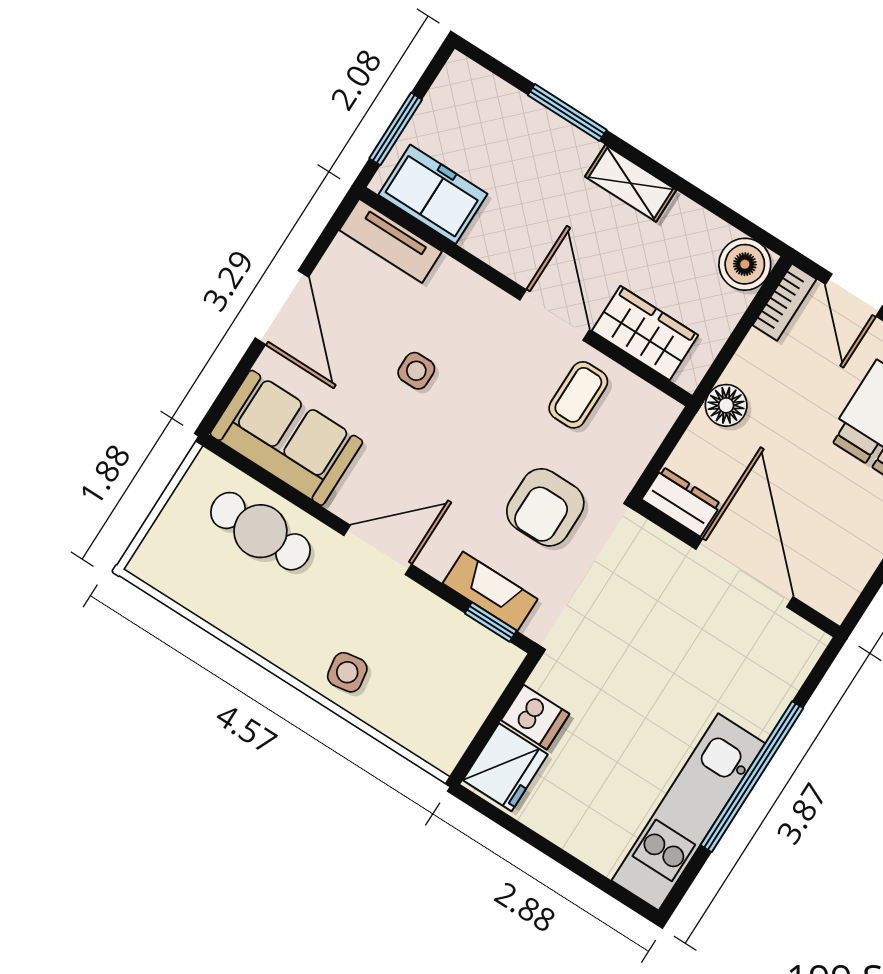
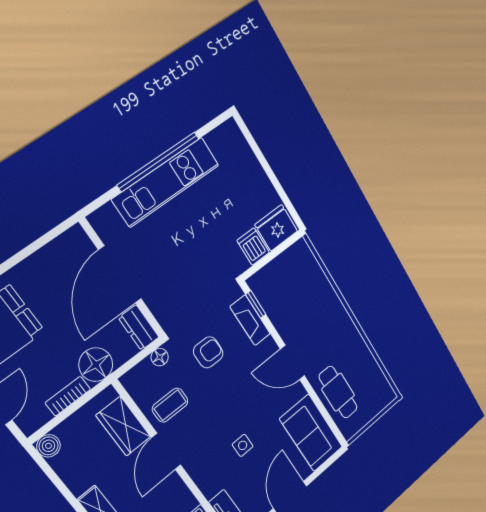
boiler: (745, 264) -> (49, 446), width x0.73, depth x0.73
bookcase: (785, 302) -> (68, 396), moved
floor lamp: (726, 405) -> (96, 365), width x1.38, depth x1.38
floor lamp: (628, 467) -> (160, 357), added
armchair: (545, 507) -> (208, 352), width x0.72, depth x0.72
side table: (347, 672) -> (327, 308), removed
kitchen unit: (688, 812) -> (166, 182), moved

